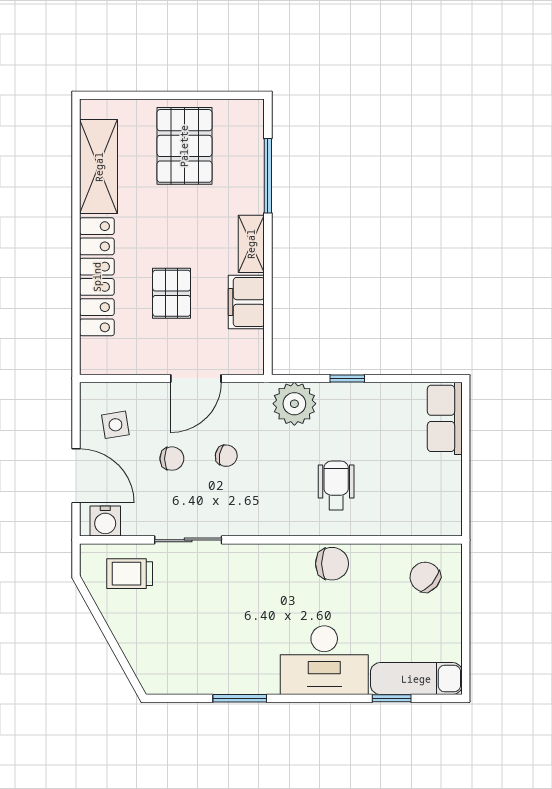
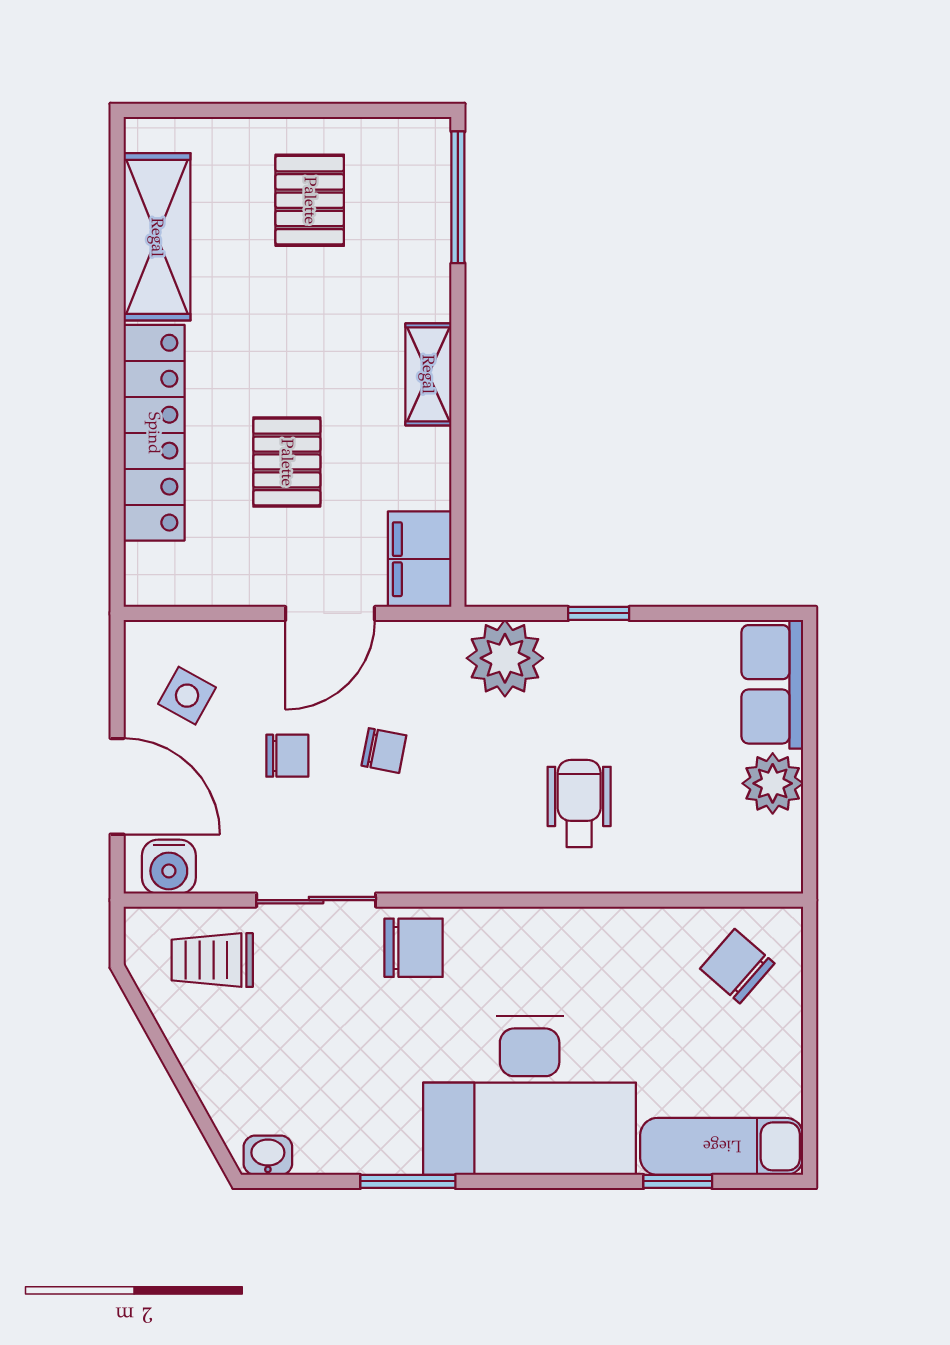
pallet: (184, 146) -> (310, 200), width x0.67, depth x0.71
window: (268, 176) -> (458, 197), moved
filing cabinet: (246, 302) -> (420, 559), moved
side table: (115, 425) -> (187, 696), turned 38
plant: (445, 474) -> (773, 783), added
chair: (332, 564) -> (414, 948), moved
desk: (324, 660) -> (530, 1095), width x1.36, depth x1.30
washbasin: (161, 683) -> (268, 1155), added

